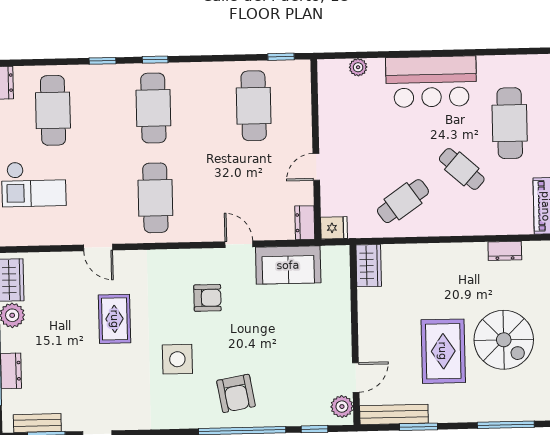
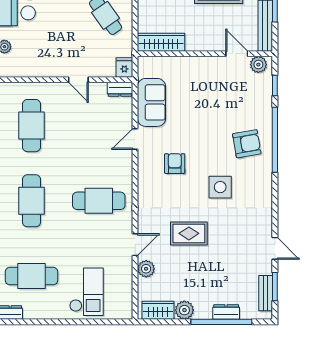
cafe table: (254, 106) -> (32, 126), turned 90
cafe table: (153, 108) -> (32, 201), turned 90
plant: (66, 263) -> (146, 269), added
wardrobe: (369, 266) -> (161, 42), width x1.50

